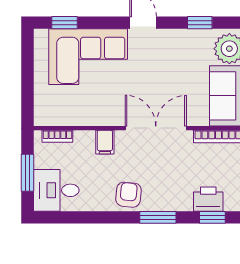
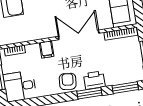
printer: (208, 199) -> (94, 80), moved
window: (212, 217) -> (125, 88), width x1.50

